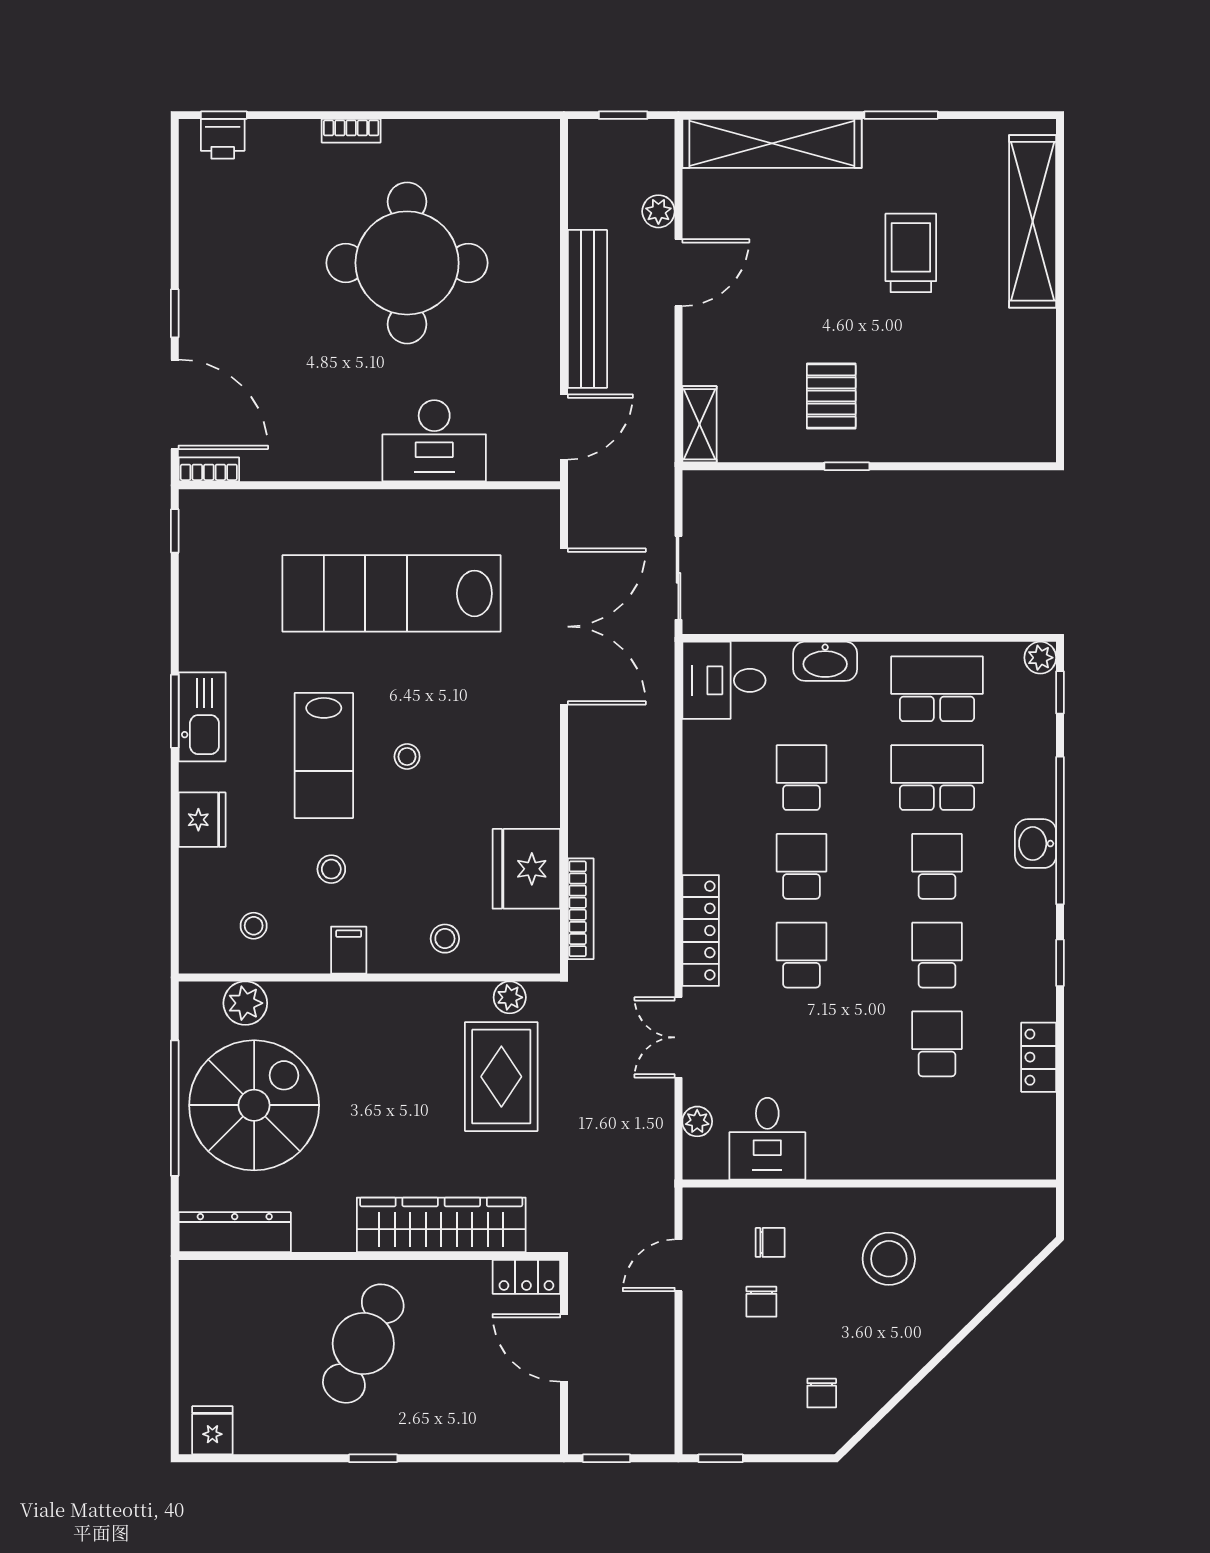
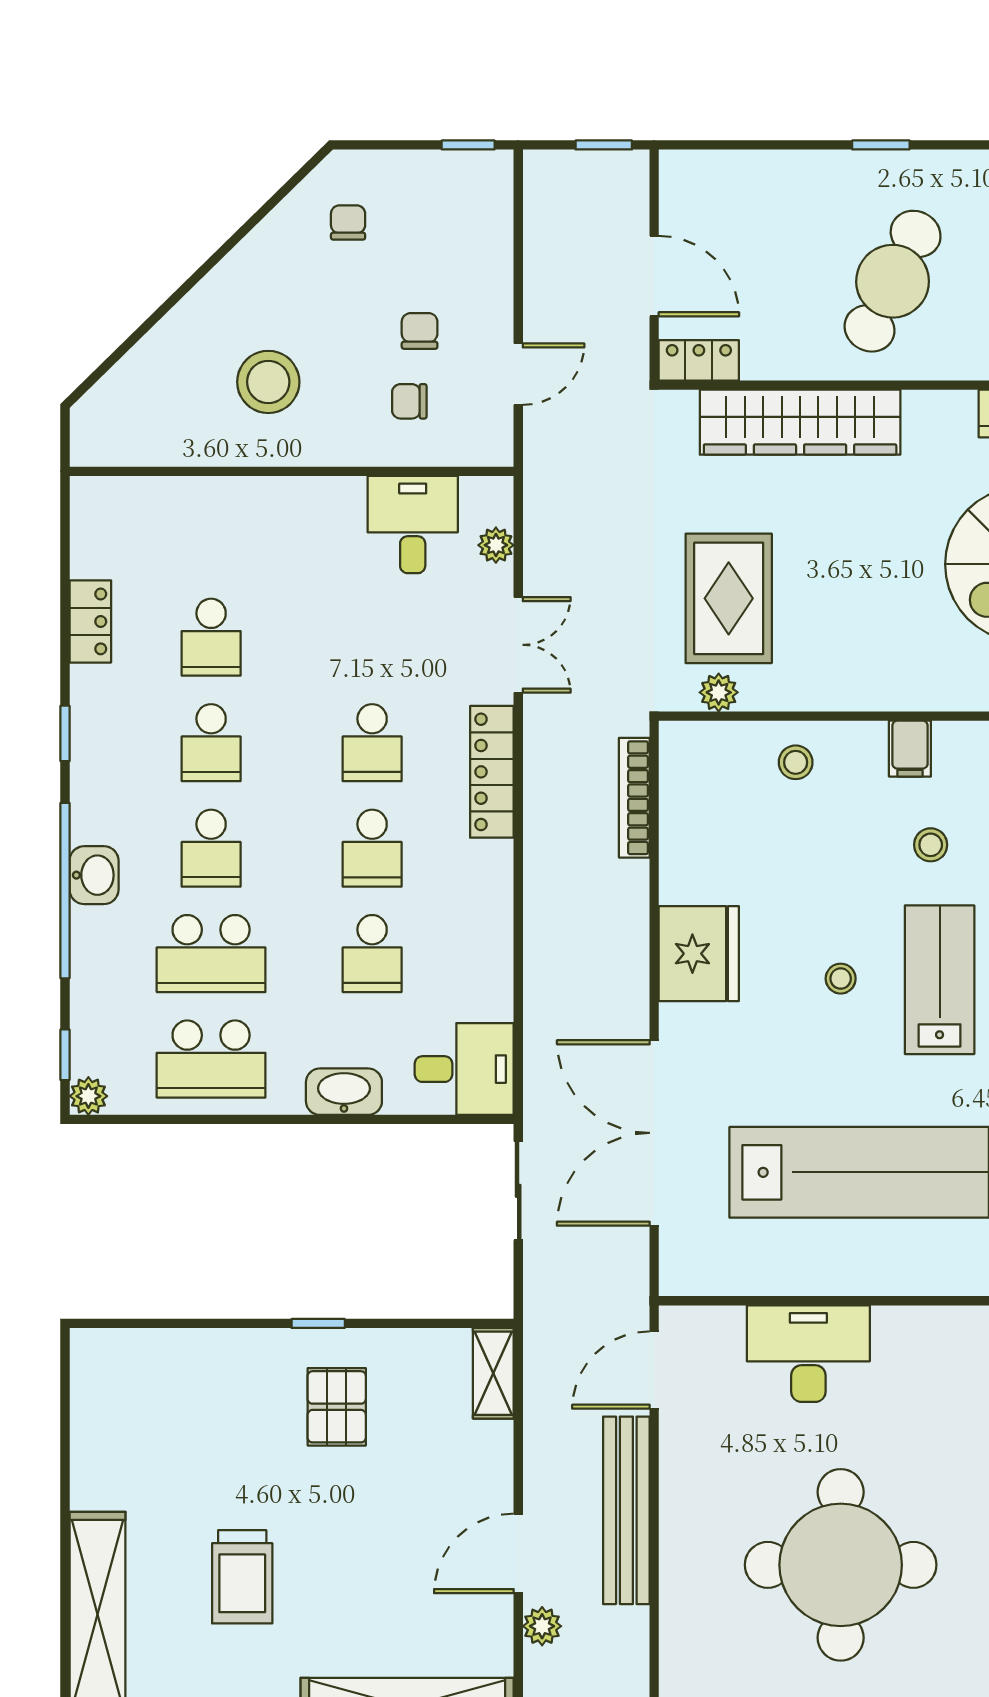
fridge: (526, 869) -> (699, 954), moved

